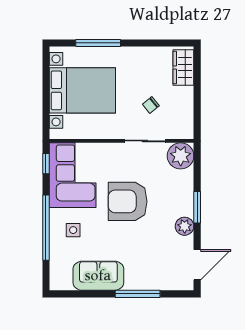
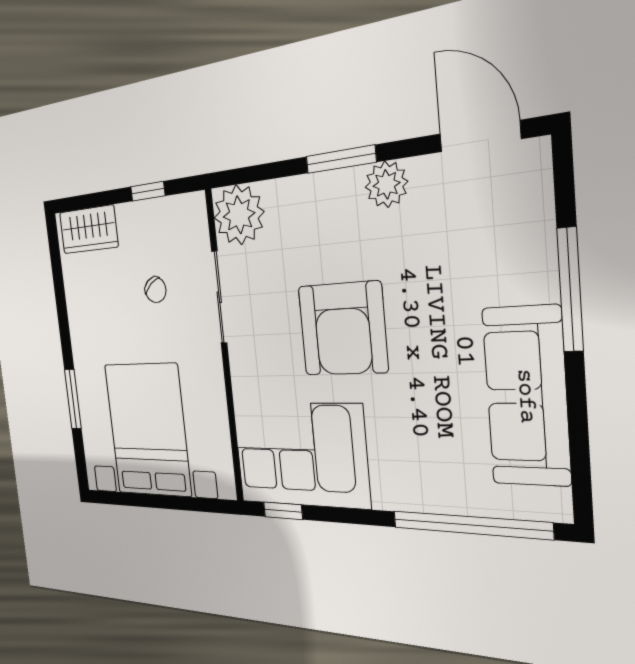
window: (98, 43) -> (73, 399), width x0.69
window: (197, 107) -> (148, 191), added
window: (46, 228) -> (470, 525), moved
side table: (73, 230) -> (417, 457), removed
sofa: (98, 276) -> (526, 396), width x1.36

